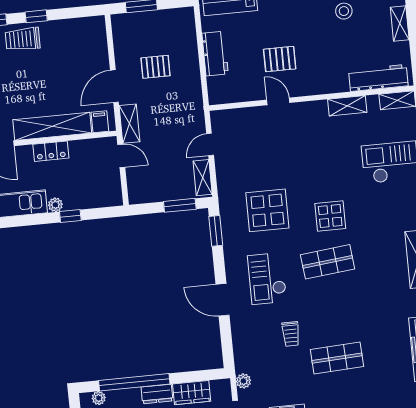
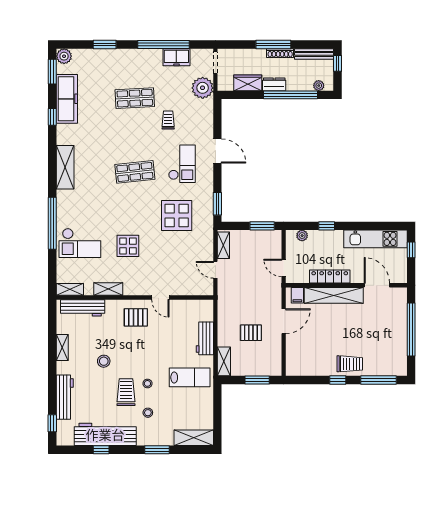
pallet: (280, 59) -> (136, 317), moved
shelving: (129, 124) -> (224, 361), moved
door: (210, 144) -> (215, 270), swing flipped
locker: (51, 151) -> (330, 277), width x1.53
plant: (55, 205) -> (302, 236), moved
window: (180, 205) -> (262, 226), moved
display table: (330, 216) -> (128, 246), moved
plant: (243, 381) -> (203, 88), width x1.87, depth x1.87

